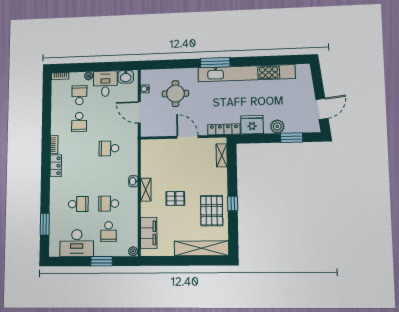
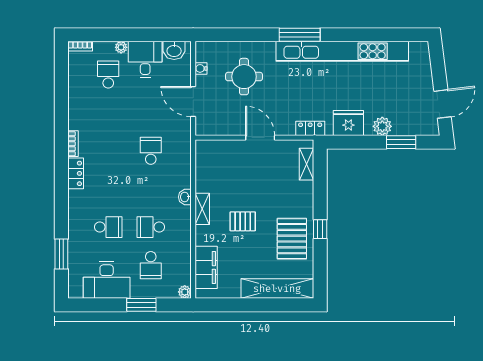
school desk: (79, 122) -> (108, 113), removed
locker: (224, 129) -> (310, 128), width x0.66
school desk: (109, 148) -> (151, 151), turned 90

